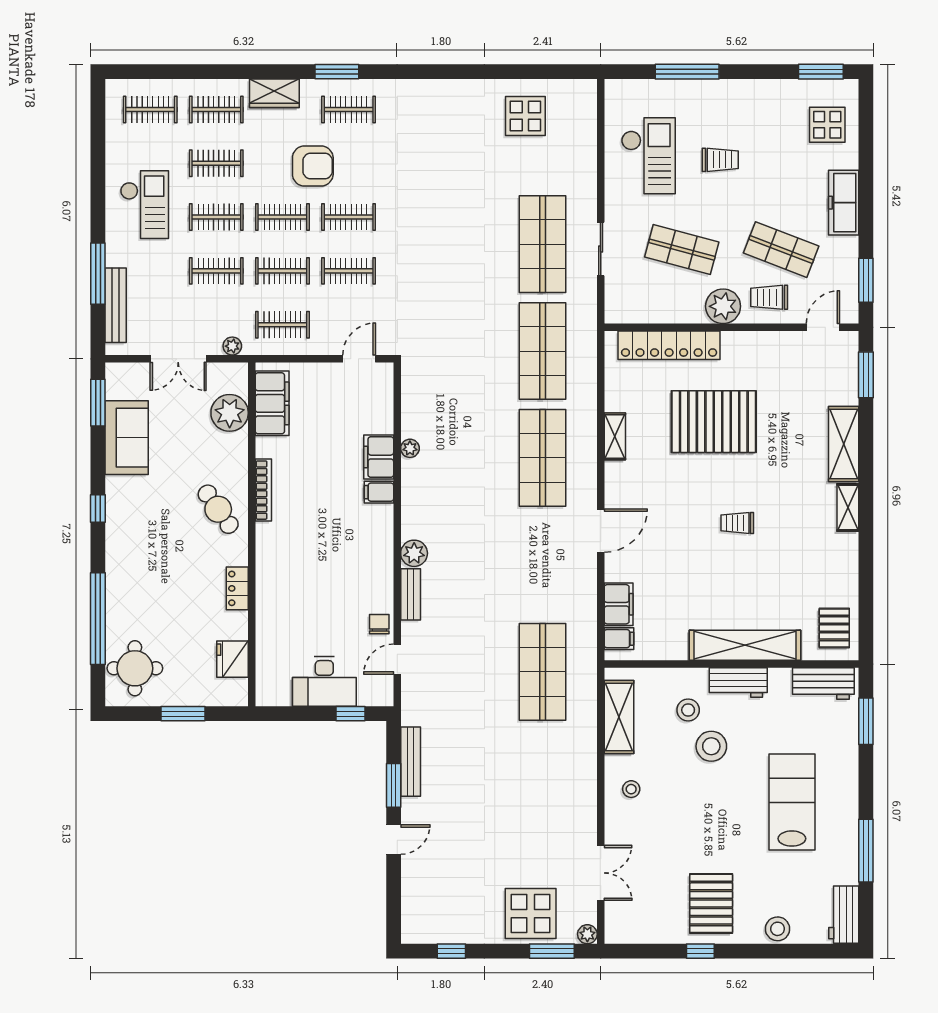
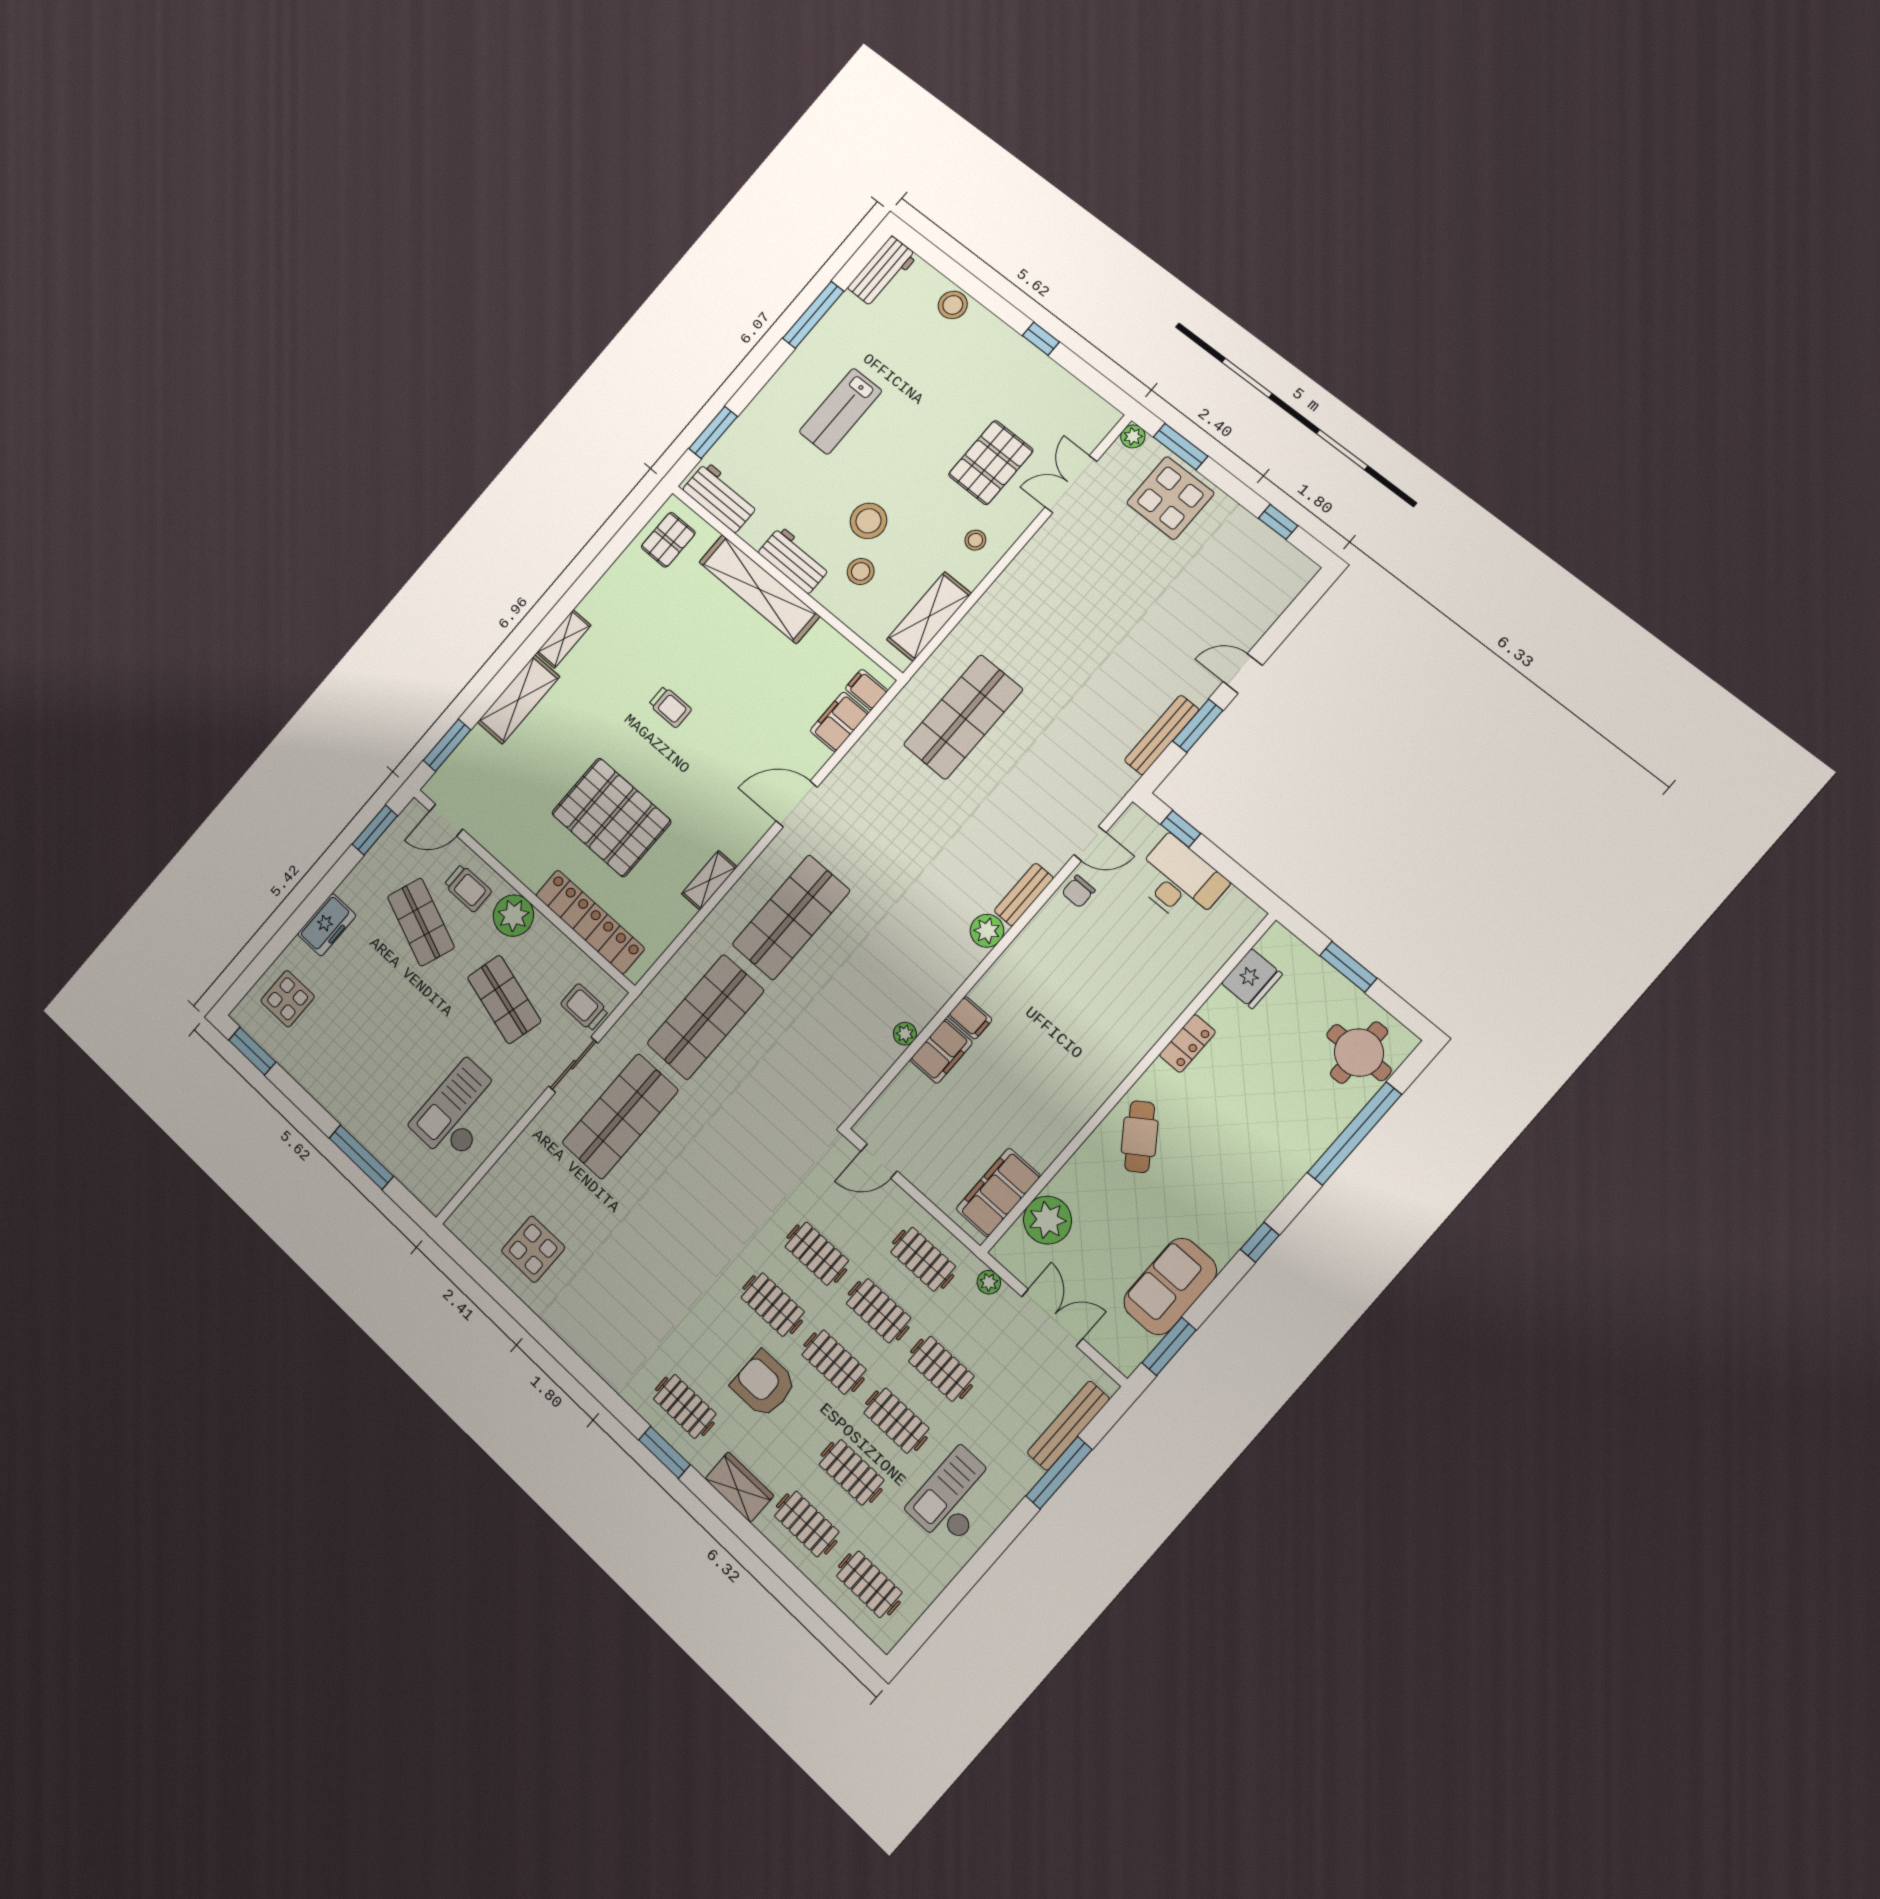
trolley: (720, 160) -> (584, 1007), moved
freezer: (844, 203) -> (327, 925), width x0.71
bookcase: (263, 490) -> (1079, 1116), removed
lab bench: (792, 802) -> (840, 411), width x0.73, depth x0.72
pallet: (711, 903) -> (991, 463), moved

